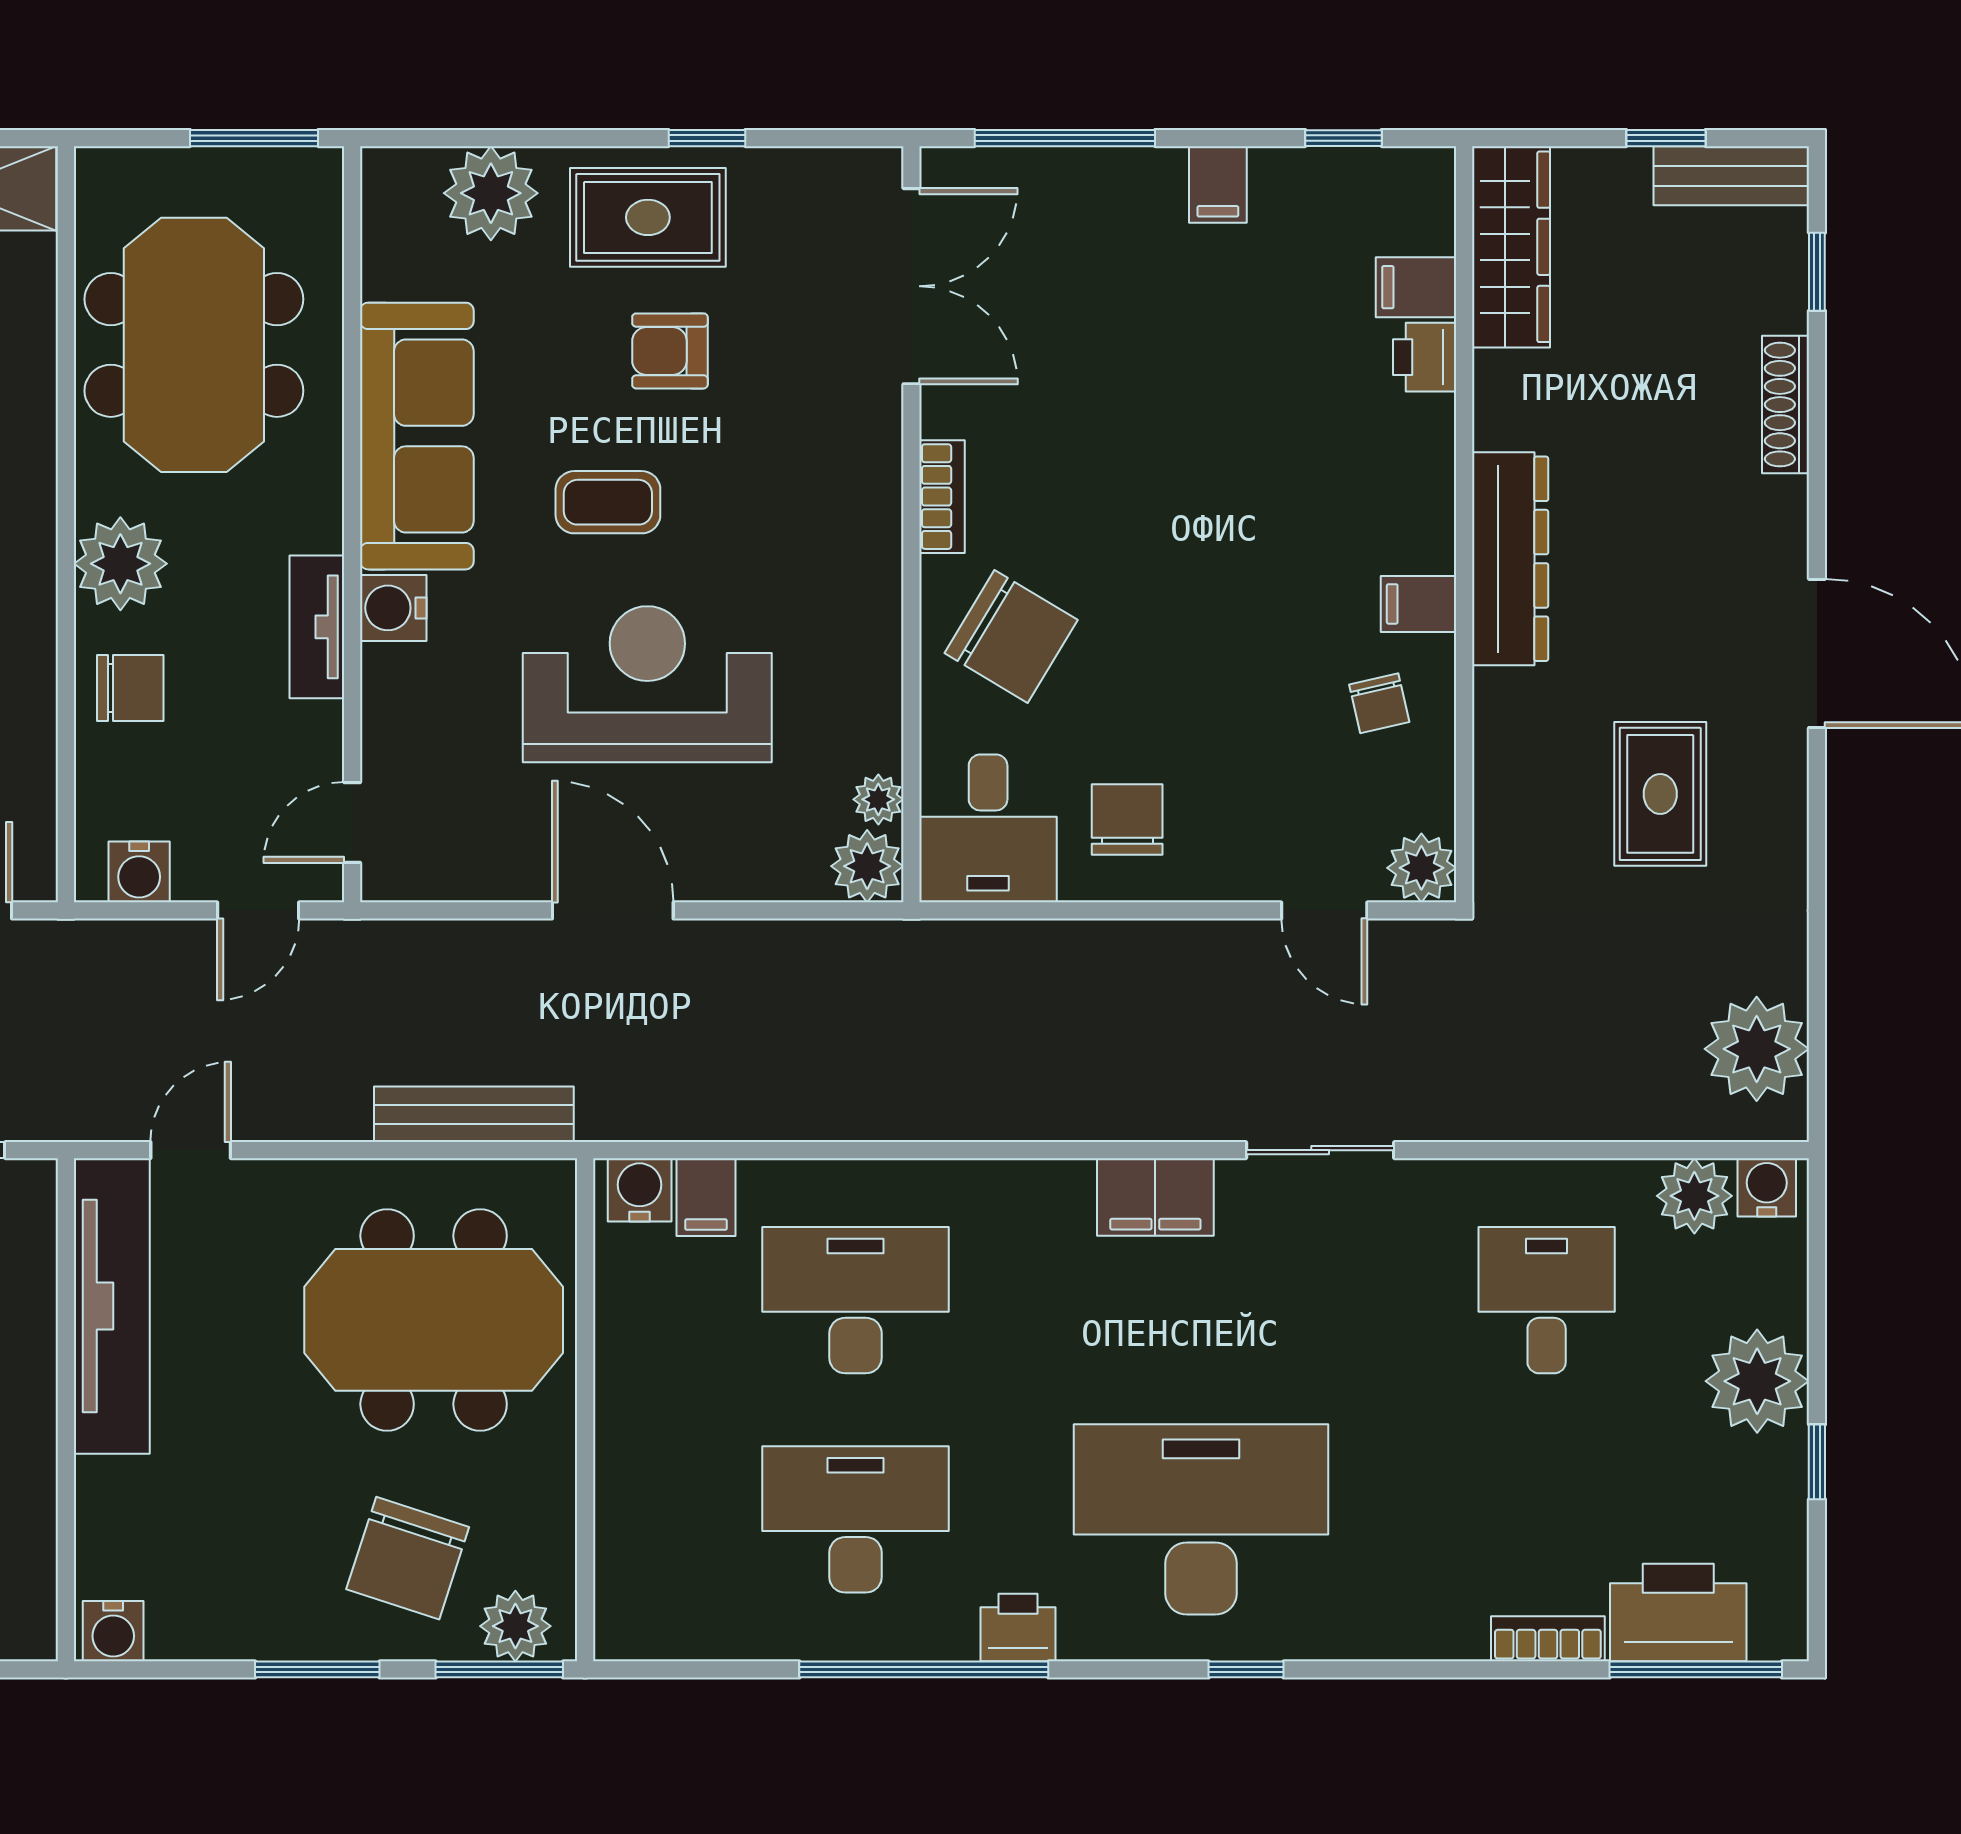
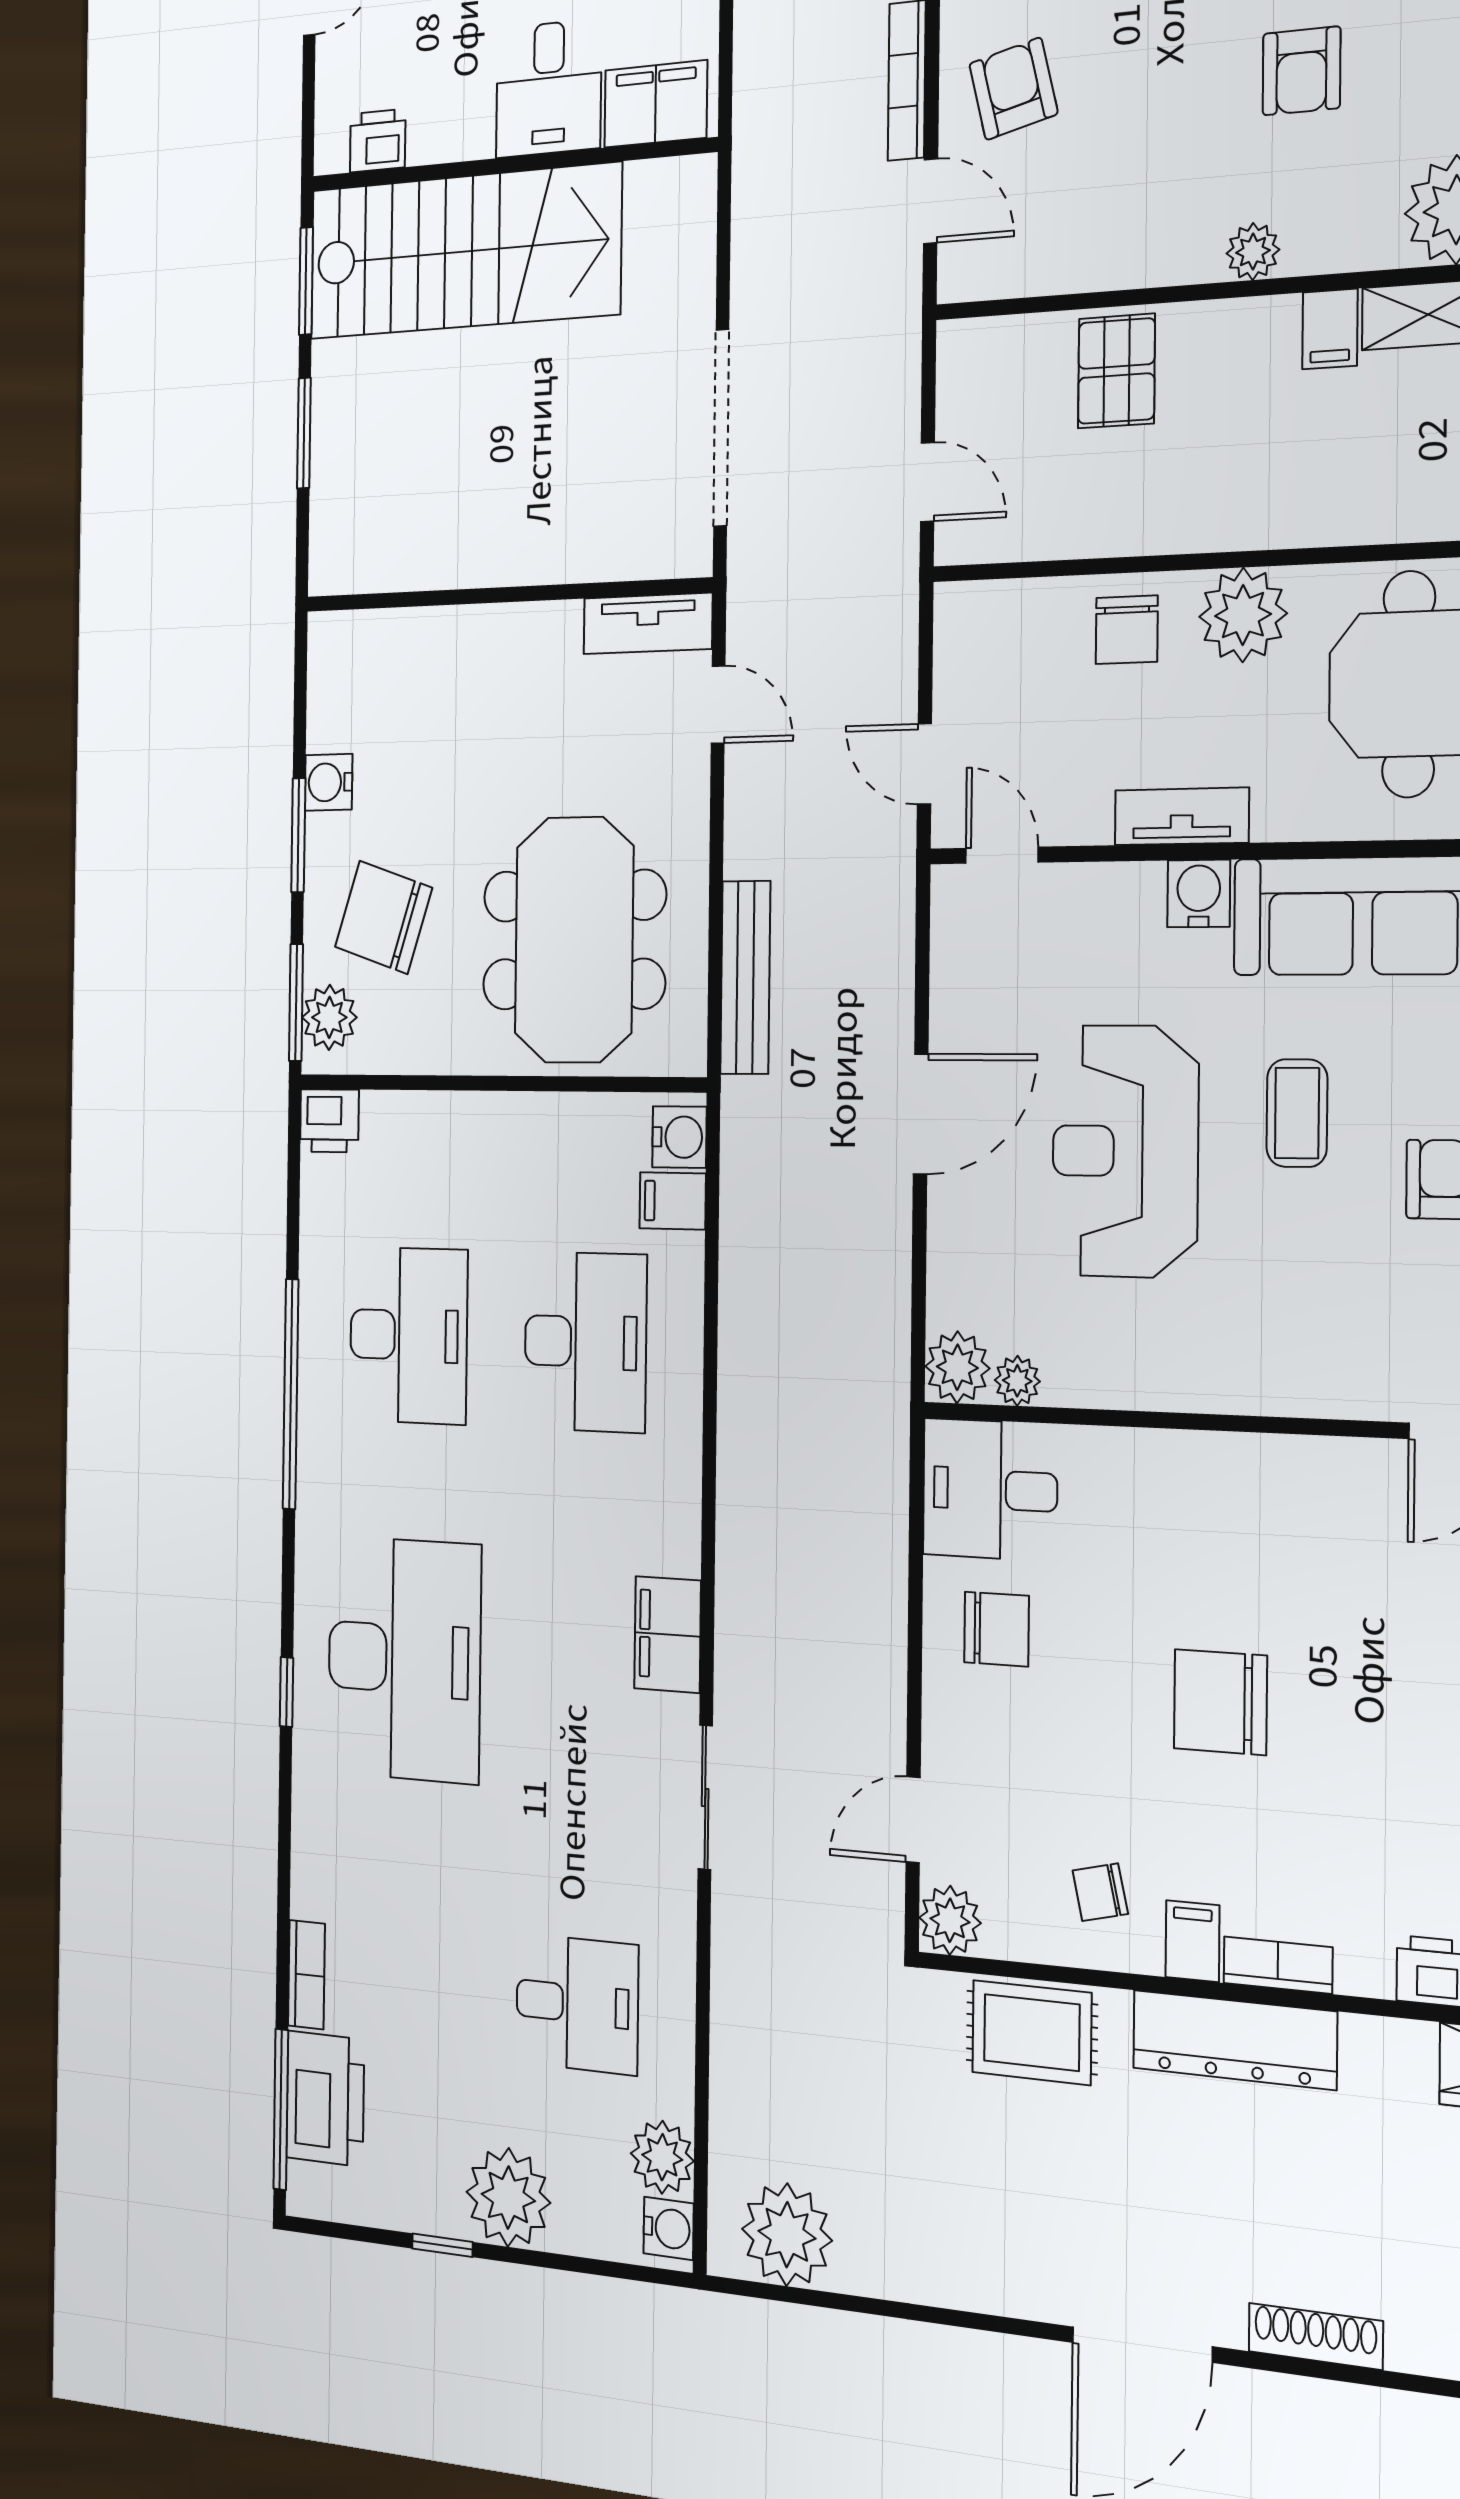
shoe rack: (1786, 405) -> (1316, 2336), moved
bookcase: (942, 497) -> (1278, 1965), moved, turned 180
chair: (1011, 637) -> (1220, 1702), moved, turned 59
reception desk: (647, 684) -> (1125, 1151), turned 180
rug: (1660, 794) -> (1032, 2033), moved
water cooler: (139, 872) -> (960, 645), removed
tv unit: (112, 1306) -> (648, 624), width x0.52, depth x0.78
printer: (1018, 1627) -> (329, 1121), moved, turned 90
water cooler: (113, 1631) -> (329, 782), moved

